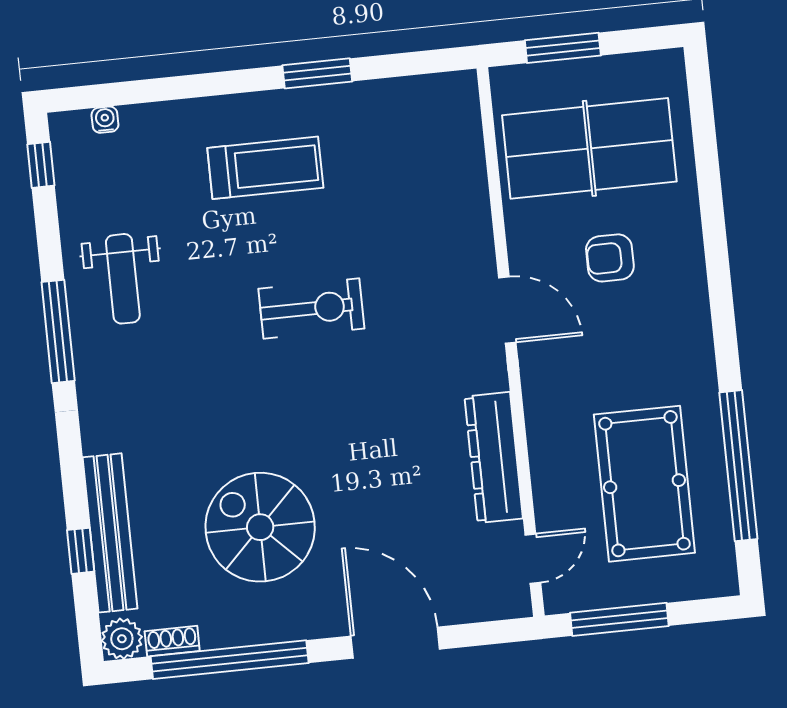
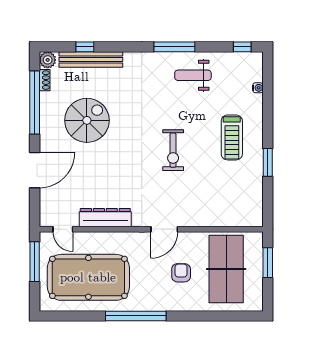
water cooler: (105, 120) -> (258, 88), moved
window: (738, 466) -> (136, 316), moved
pool table: (644, 484) -> (88, 277), width x1.36, depth x1.32

